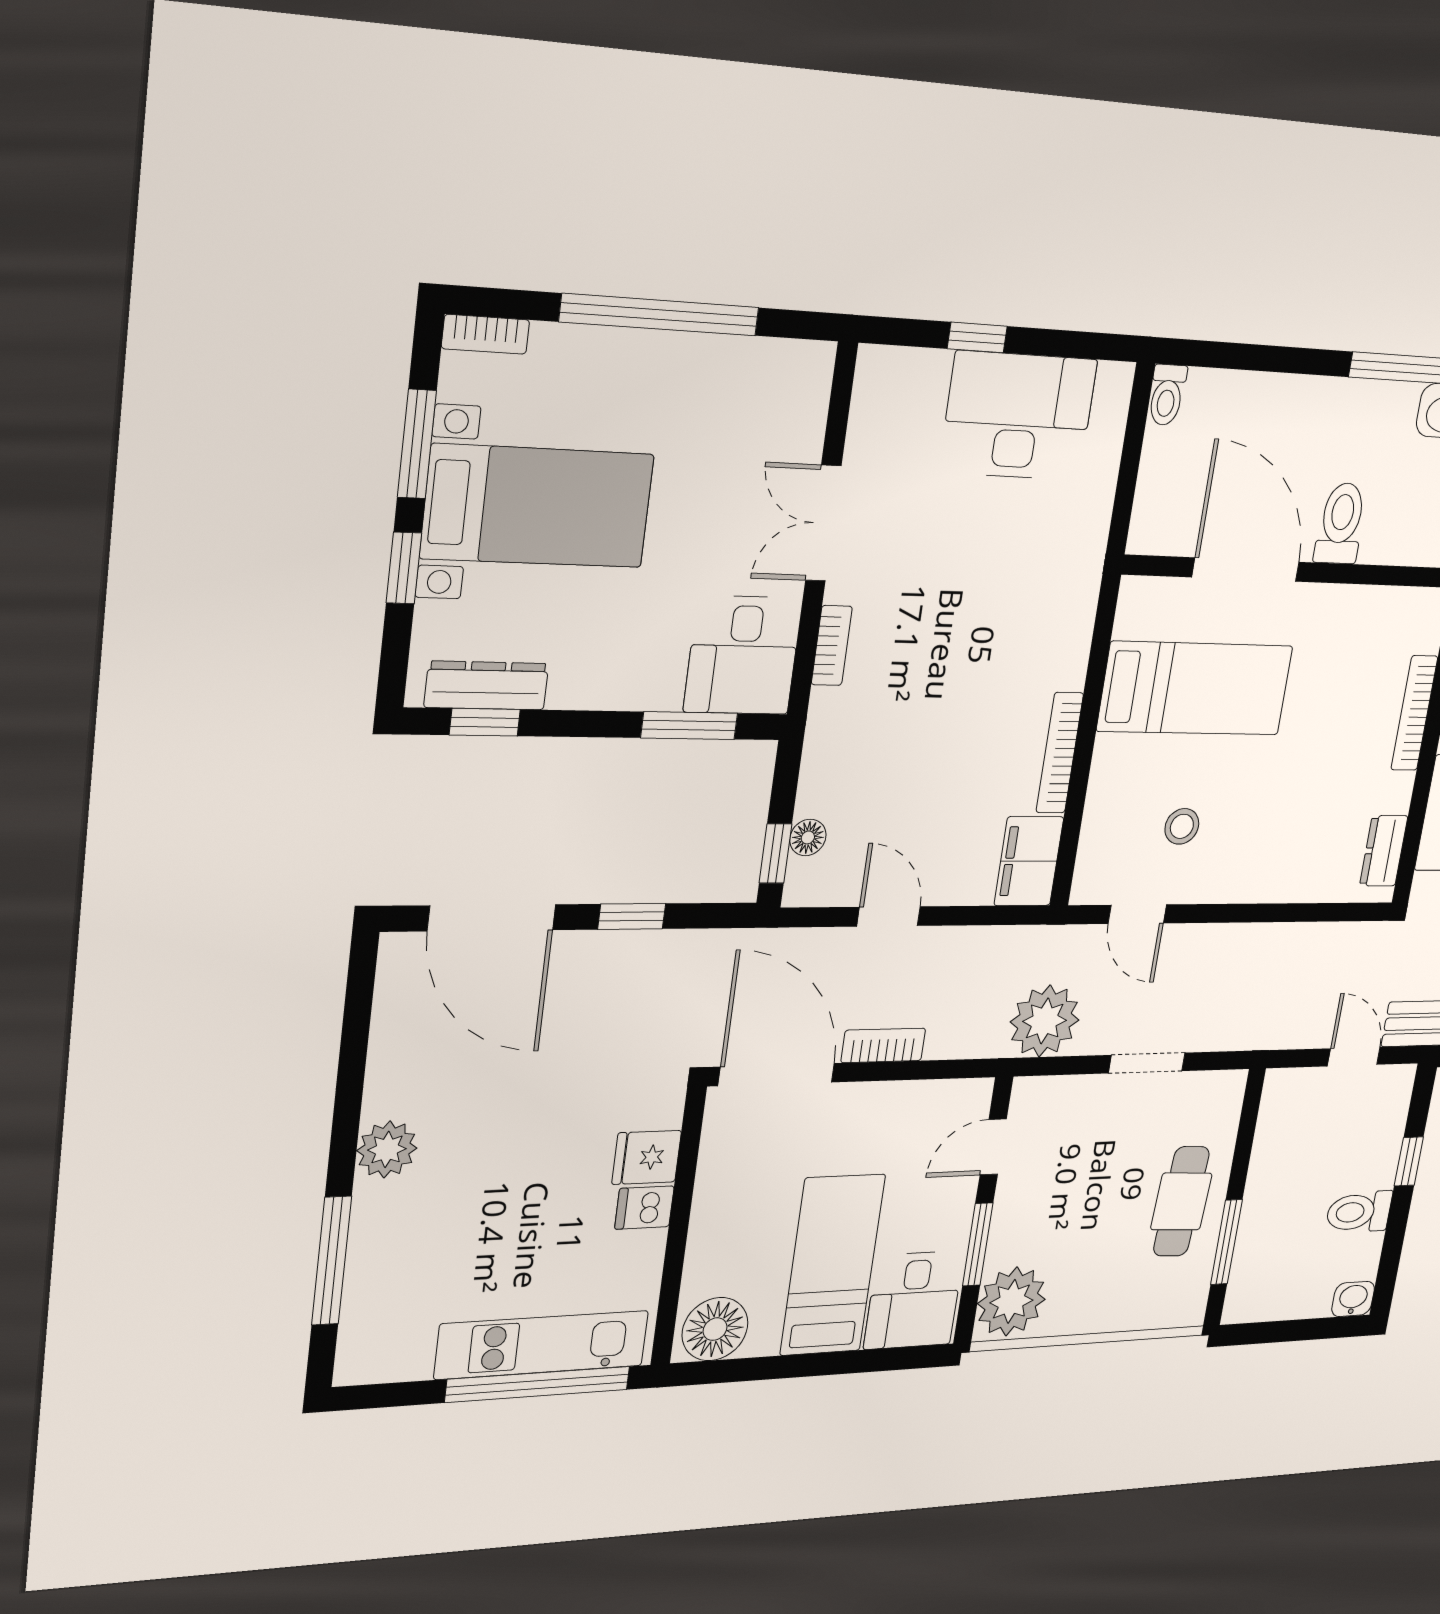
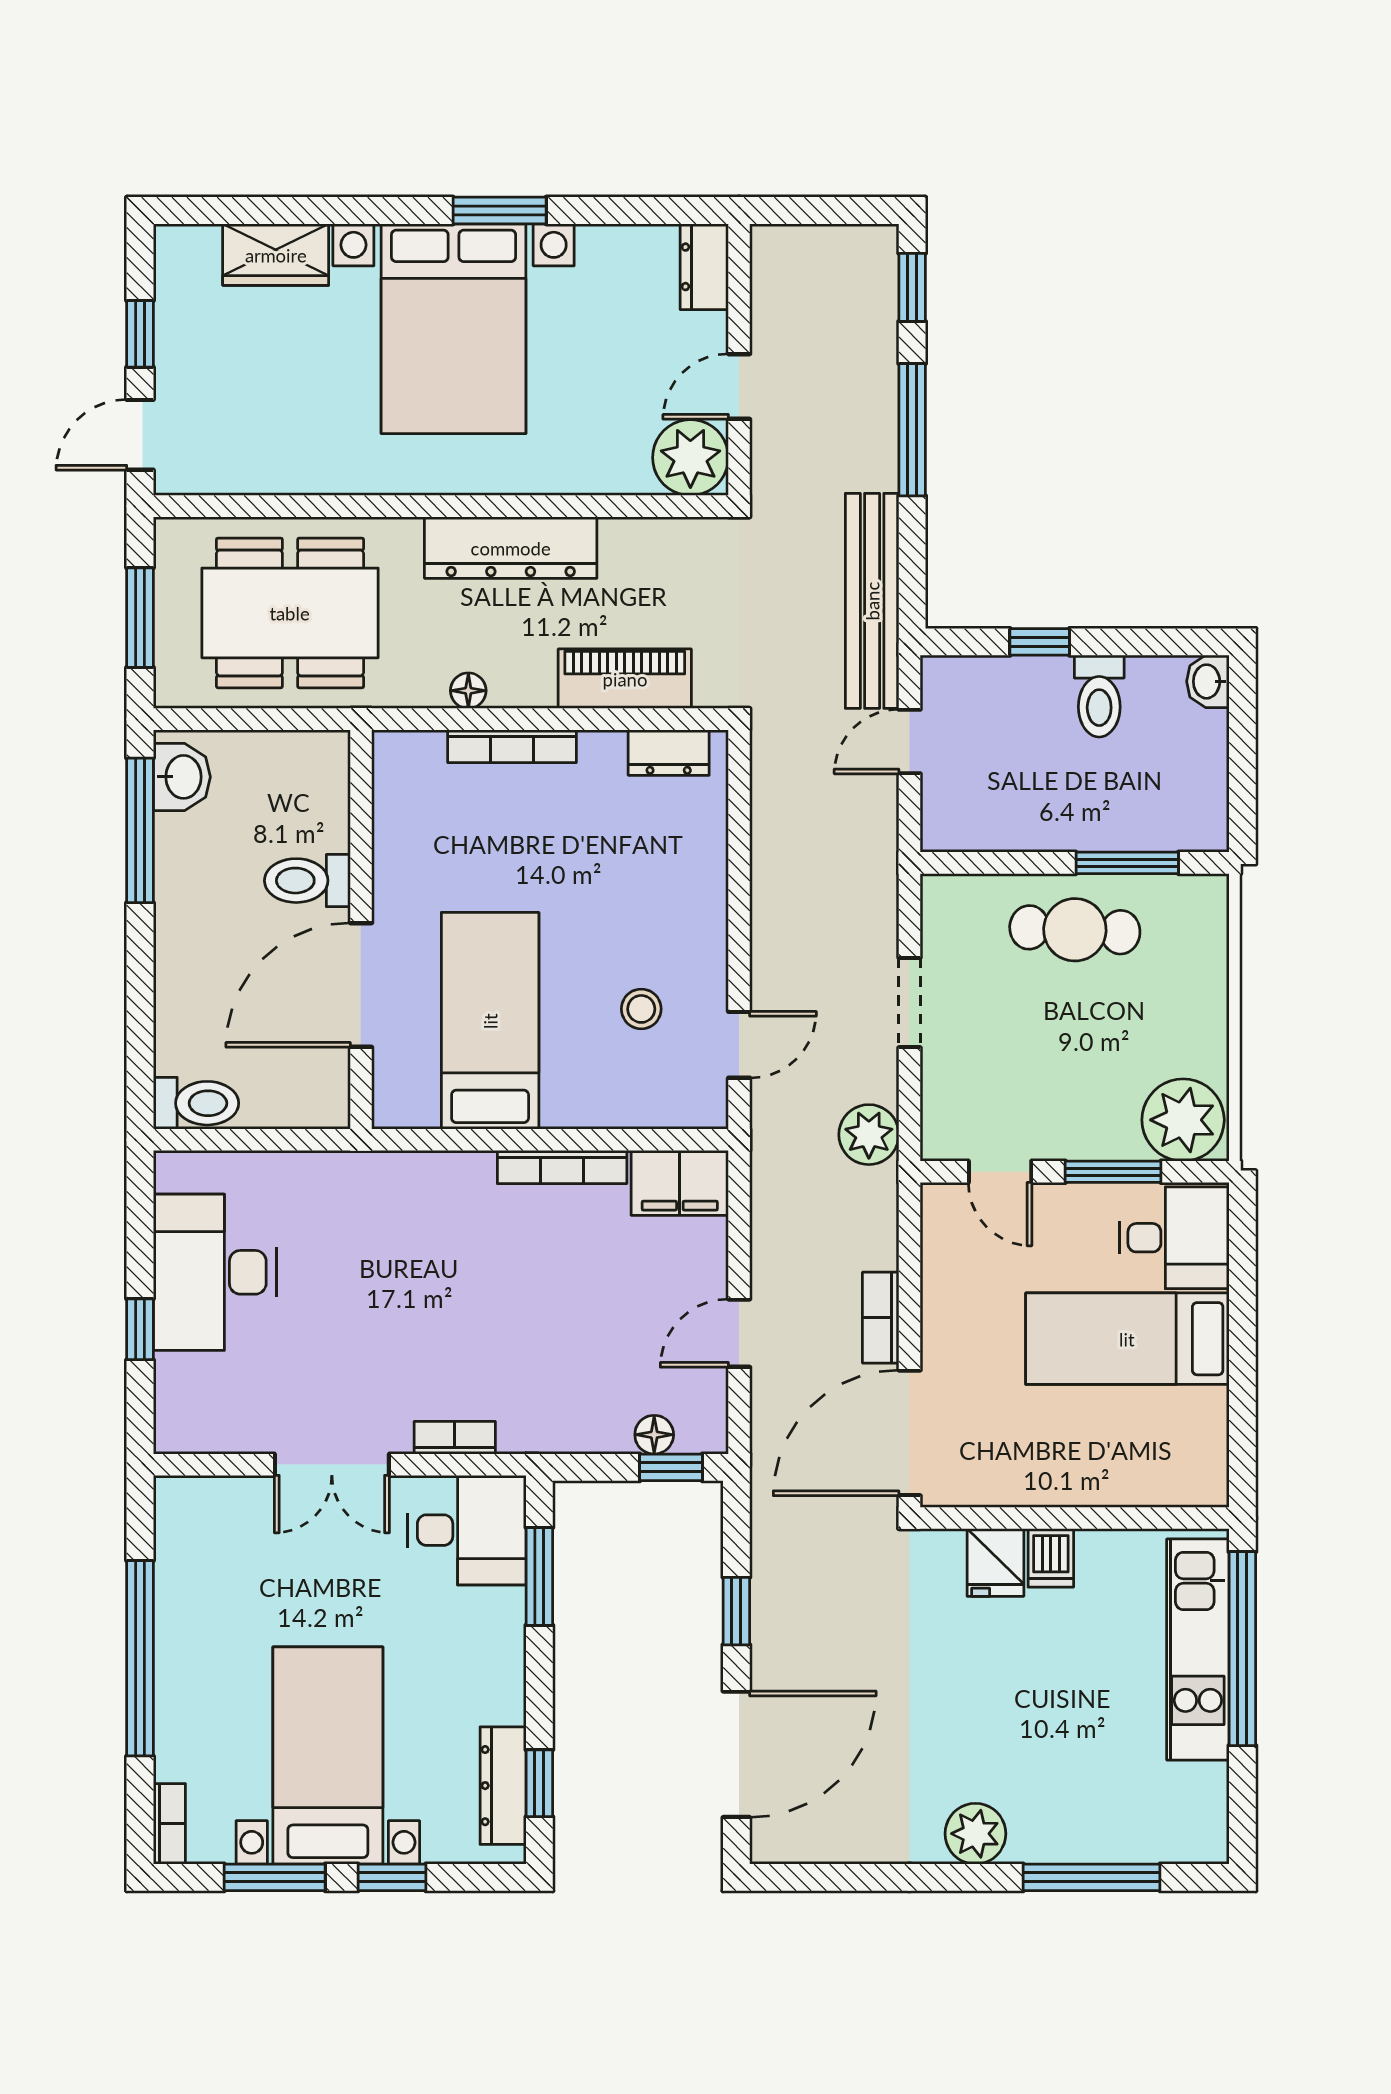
toilet: (1167, 395) -> (196, 1103), width x1.37, depth x1.39
plant: (1045, 1021) -> (869, 1135), width x0.73, depth x0.73
floor lamp: (715, 1329) -> (1193, 1462), removed

